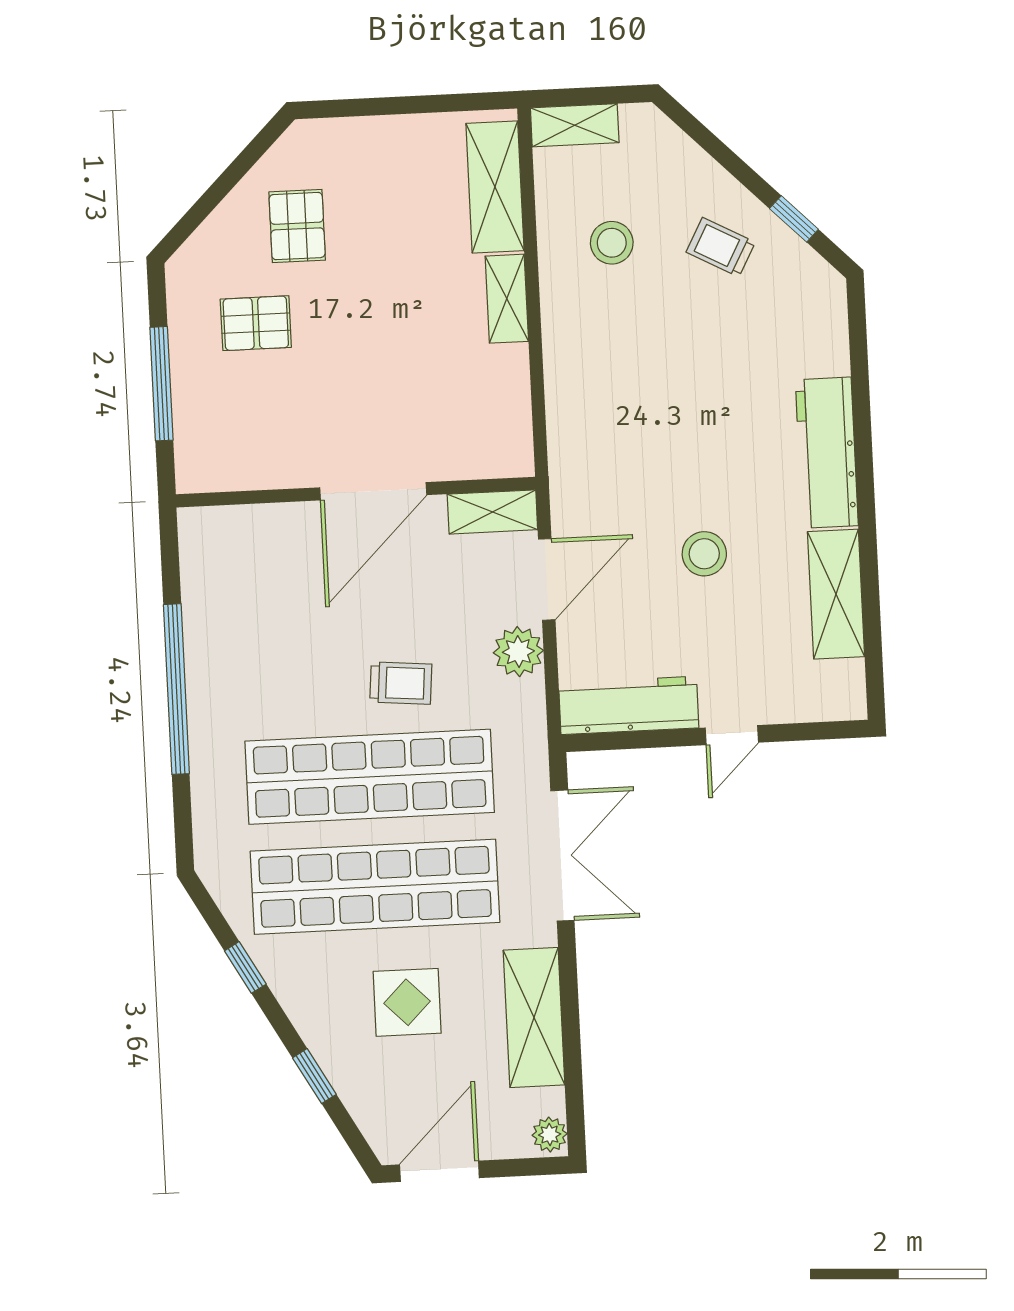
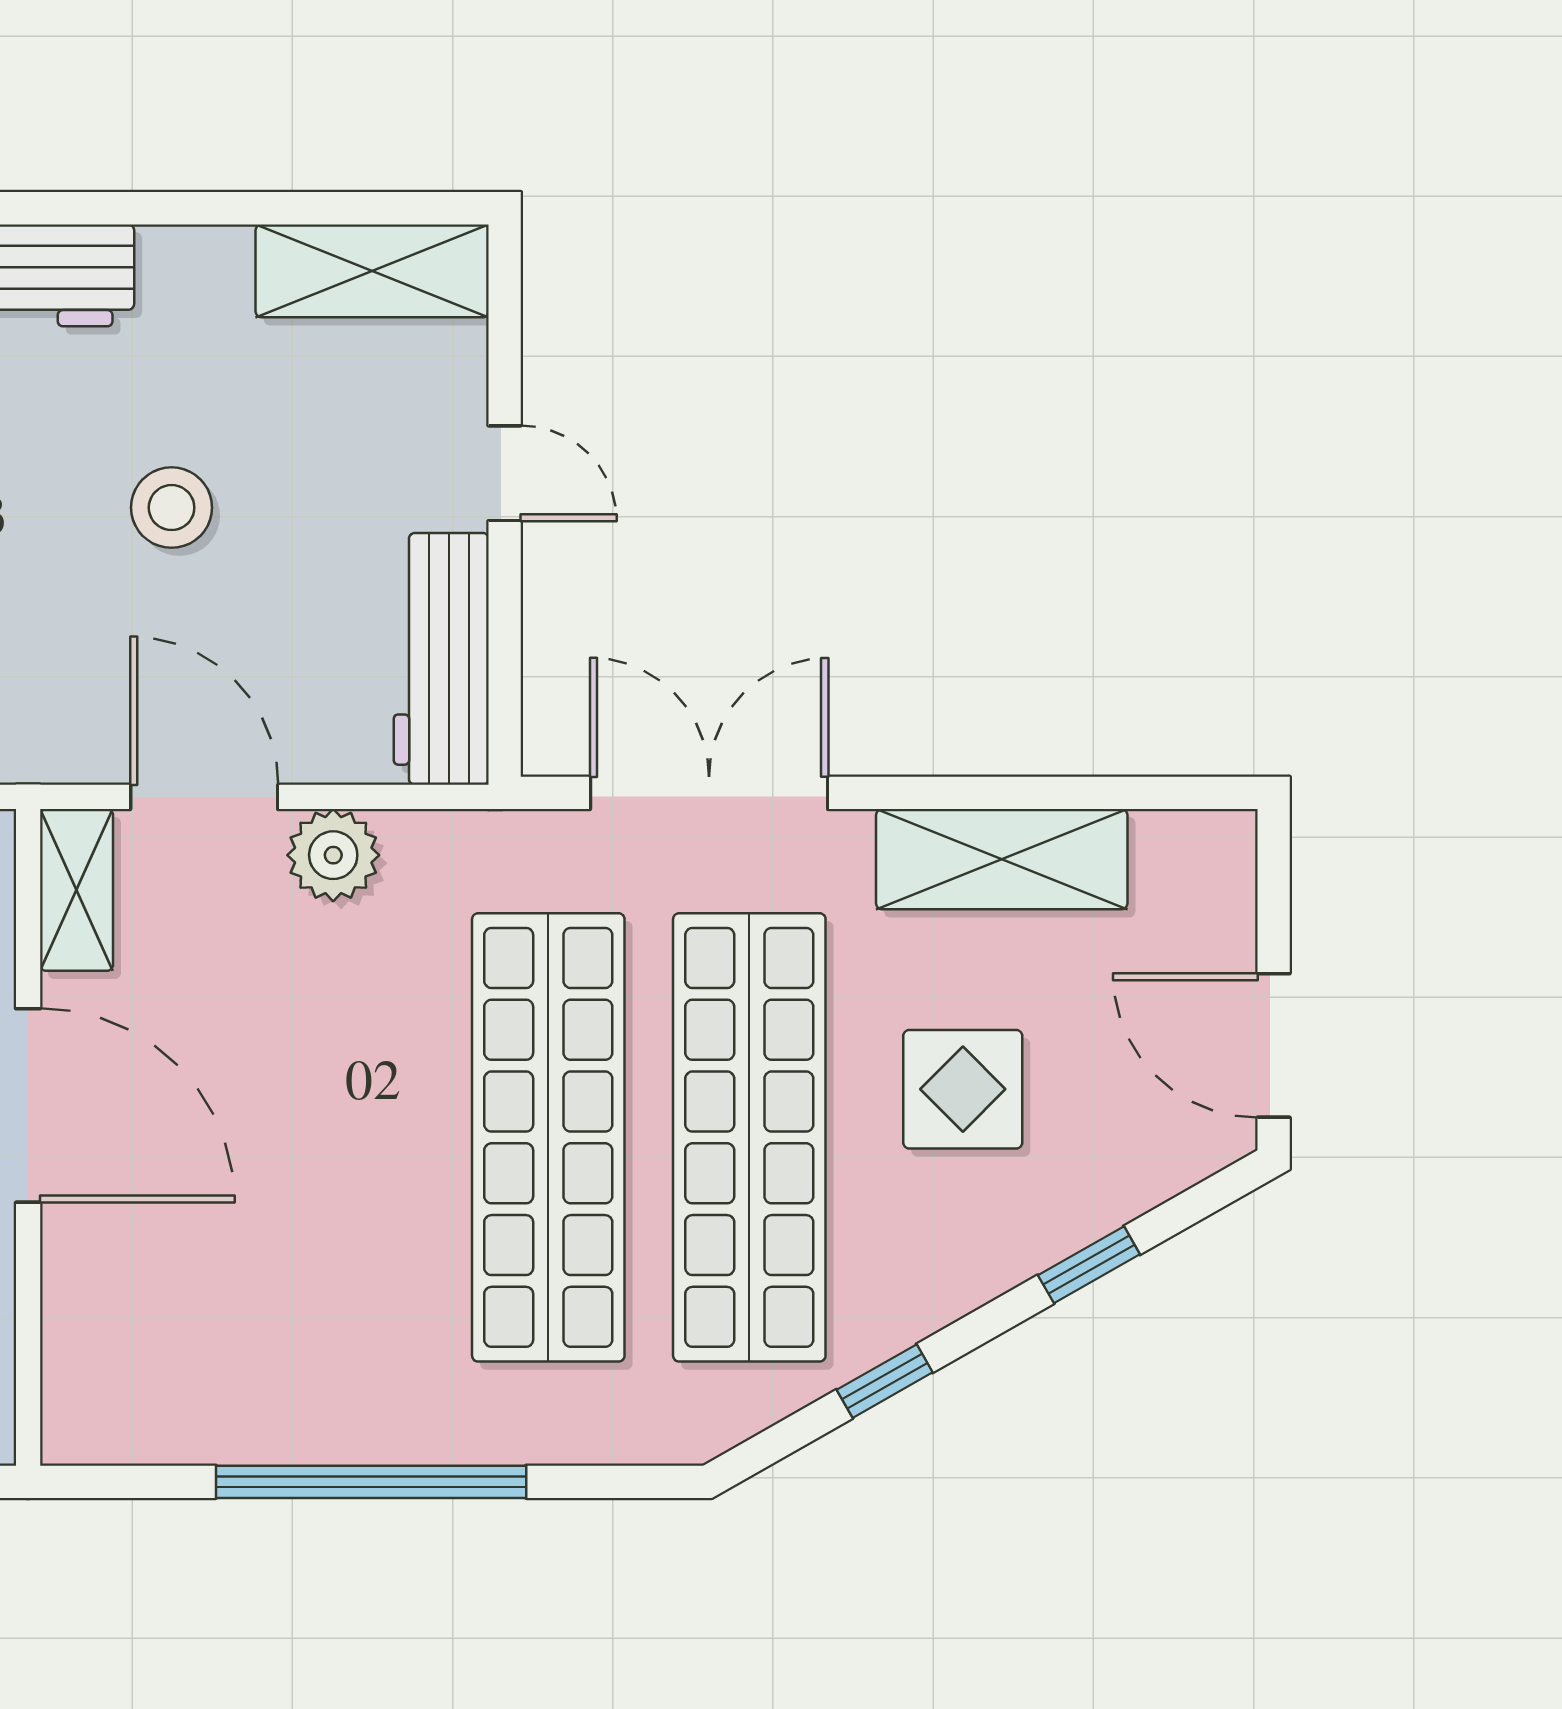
shelving: (836, 594) -> (372, 271), moved
trolley: (401, 683) -> (380, 1072), removed
plant: (550, 1135) -> (1216, 841), removed

